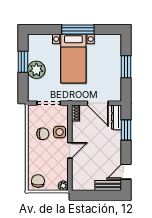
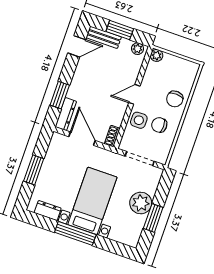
dresser: (105, 40) -> (48, 211), added
chair: (38, 181) -> (175, 99), moved
plant: (79, 186) -> (138, 49), added
window: (98, 195) -> (120, 30), added

